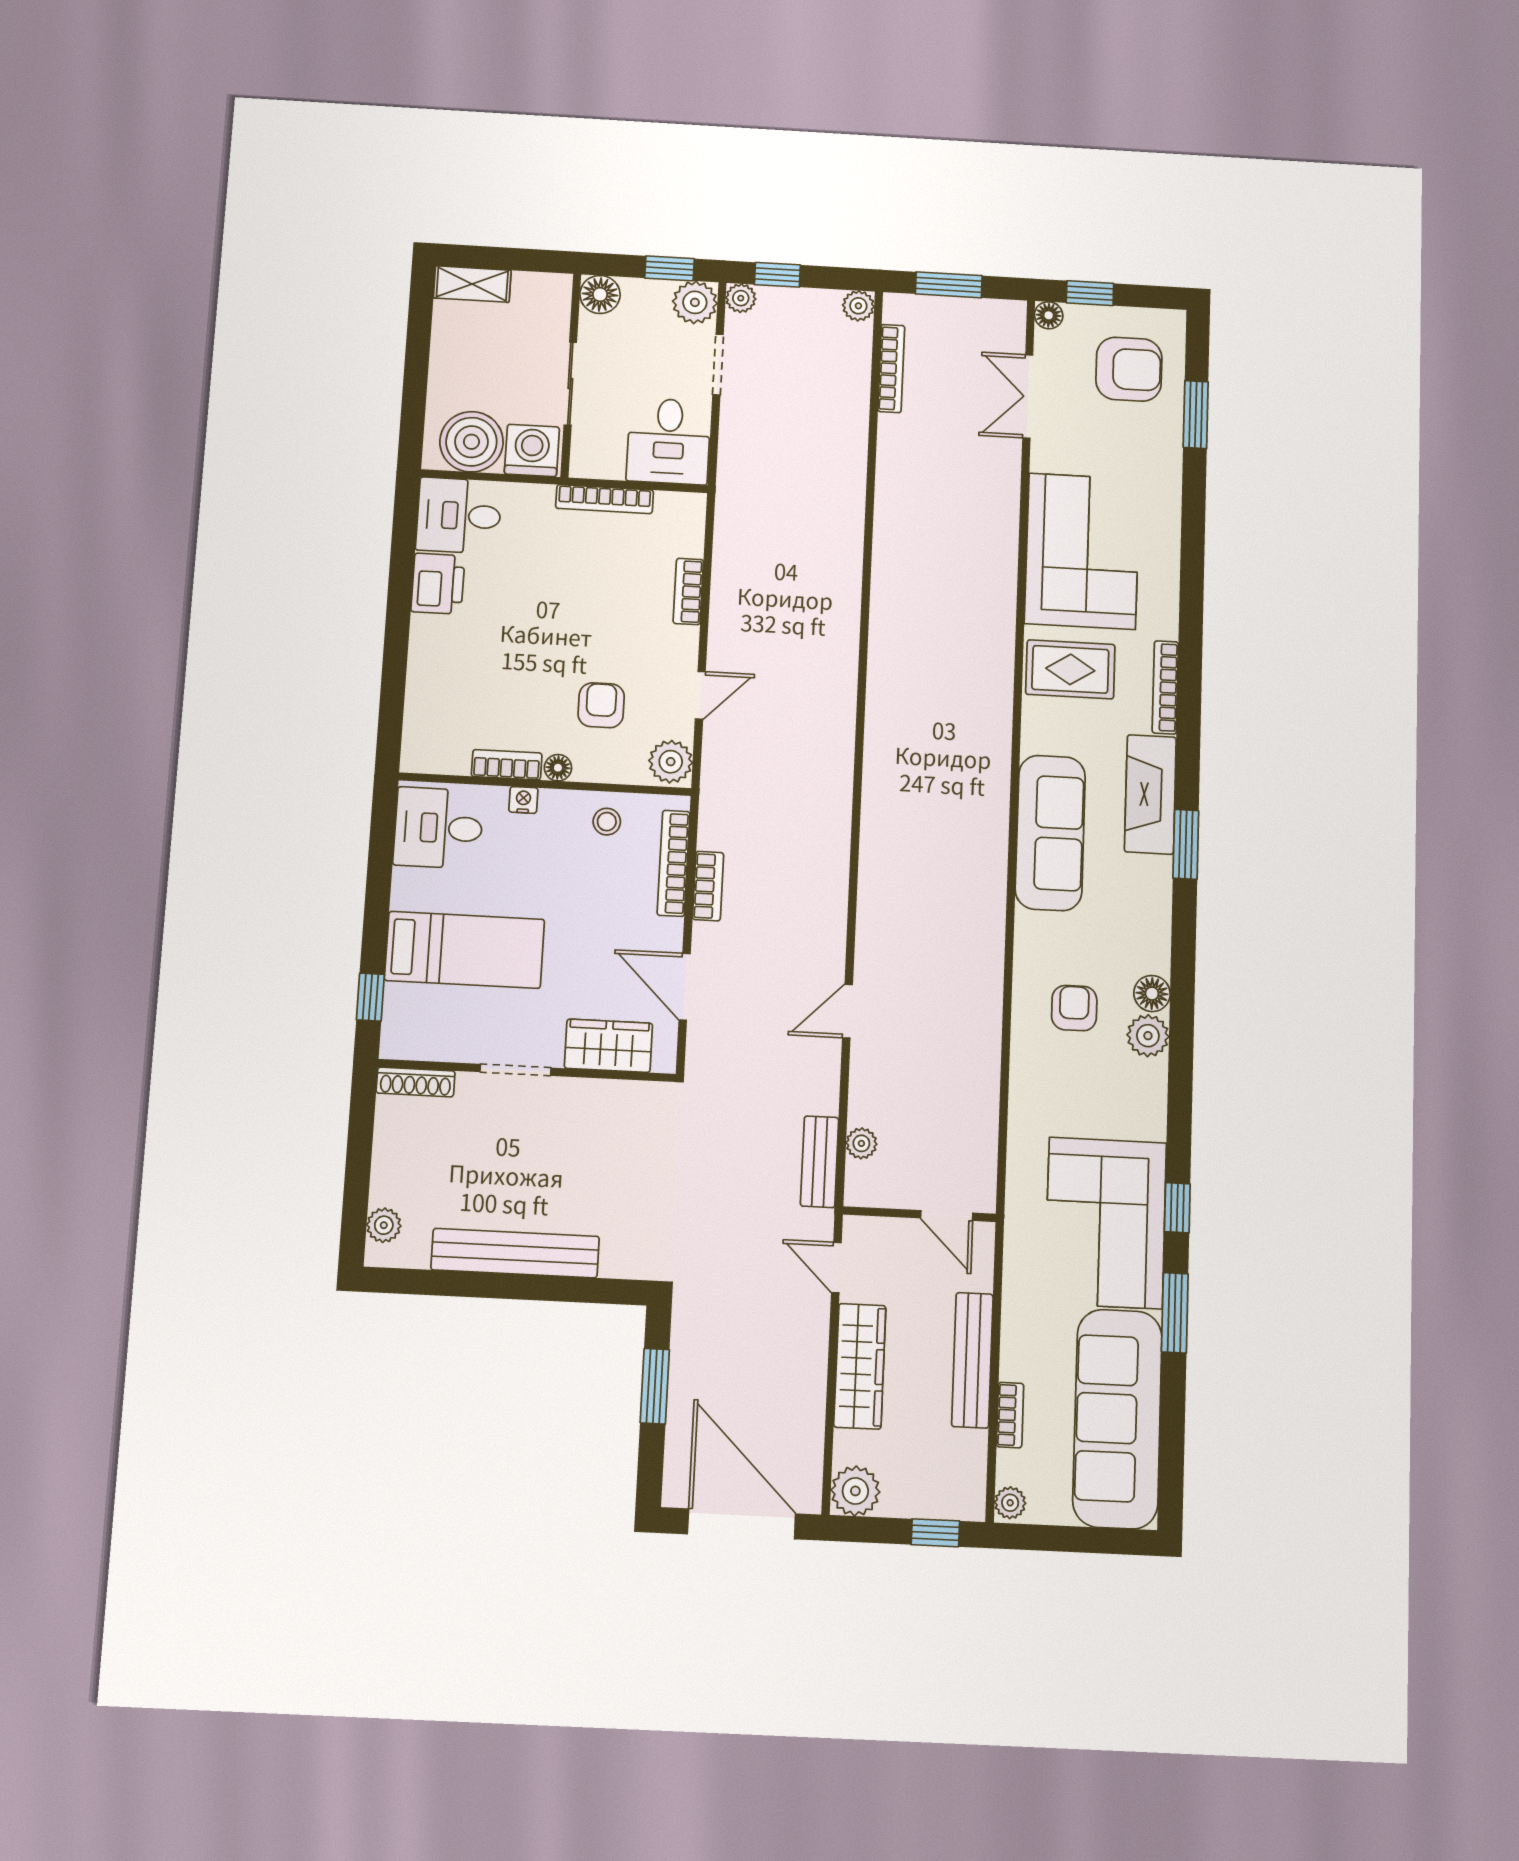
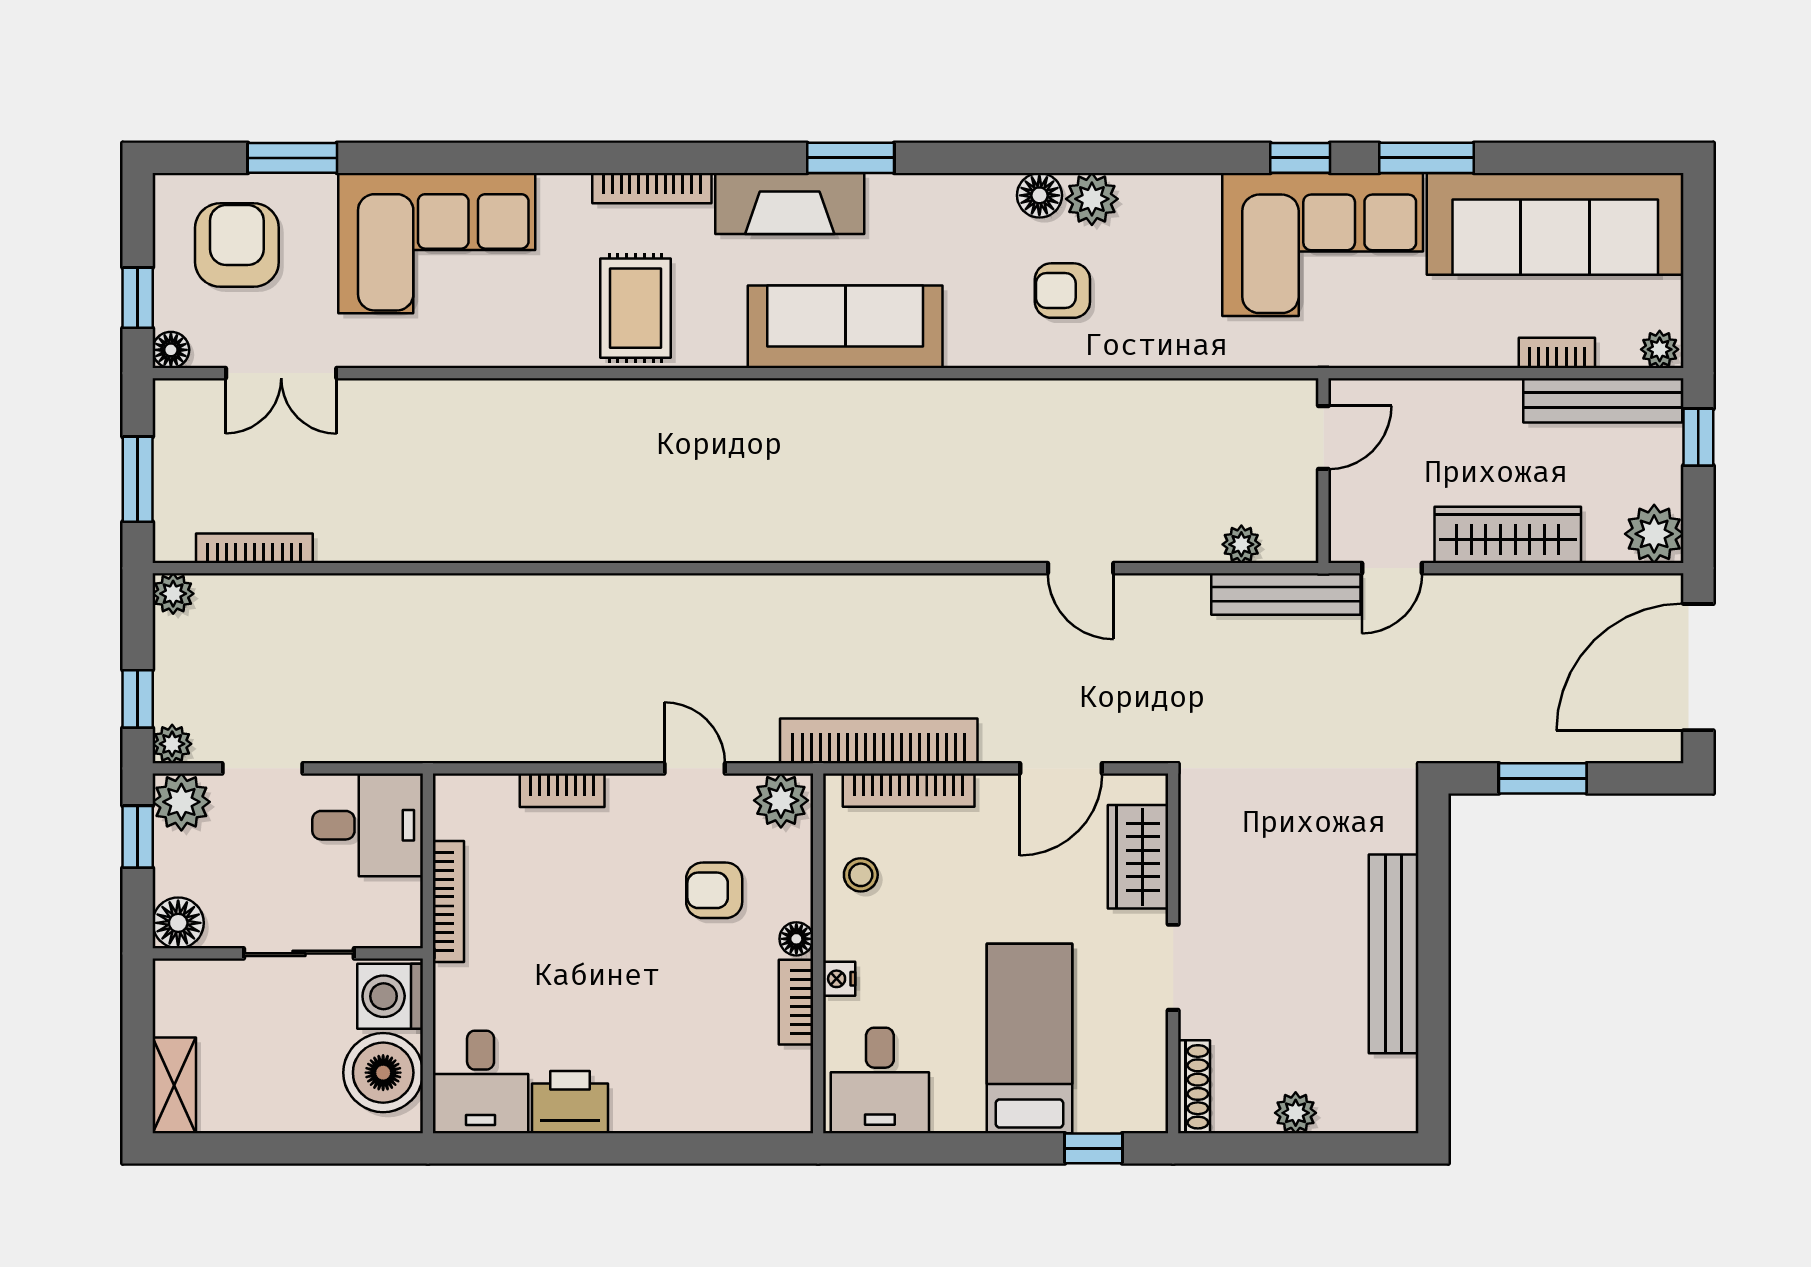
corner sofa: (1082, 551) -> (437, 243), moved, turned 180
bookcase: (708, 886) -> (879, 741), width x2.31, depth x1.31
bench: (820, 1162) -> (1286, 594), width x1.36
plant: (384, 1225) -> (1296, 1113), moved
bench: (972, 1360) -> (1603, 400), moved

